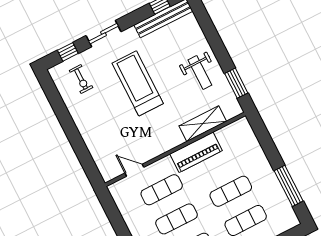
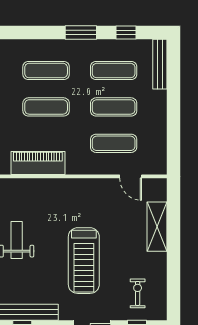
shelving: (203, 124) -> (157, 227), moved, turned 90
piano: (196, 152) -> (38, 163), moved

